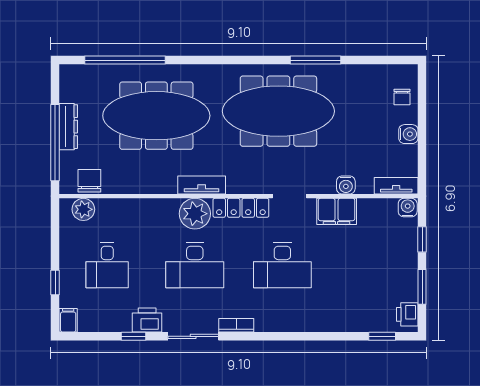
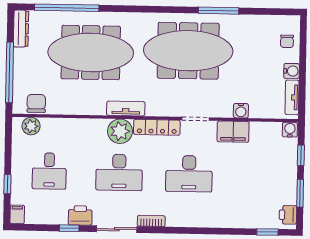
dresser: (68, 127) -> (21, 29), moved
tv unit: (396, 186) -> (292, 97), moved, turned -90

